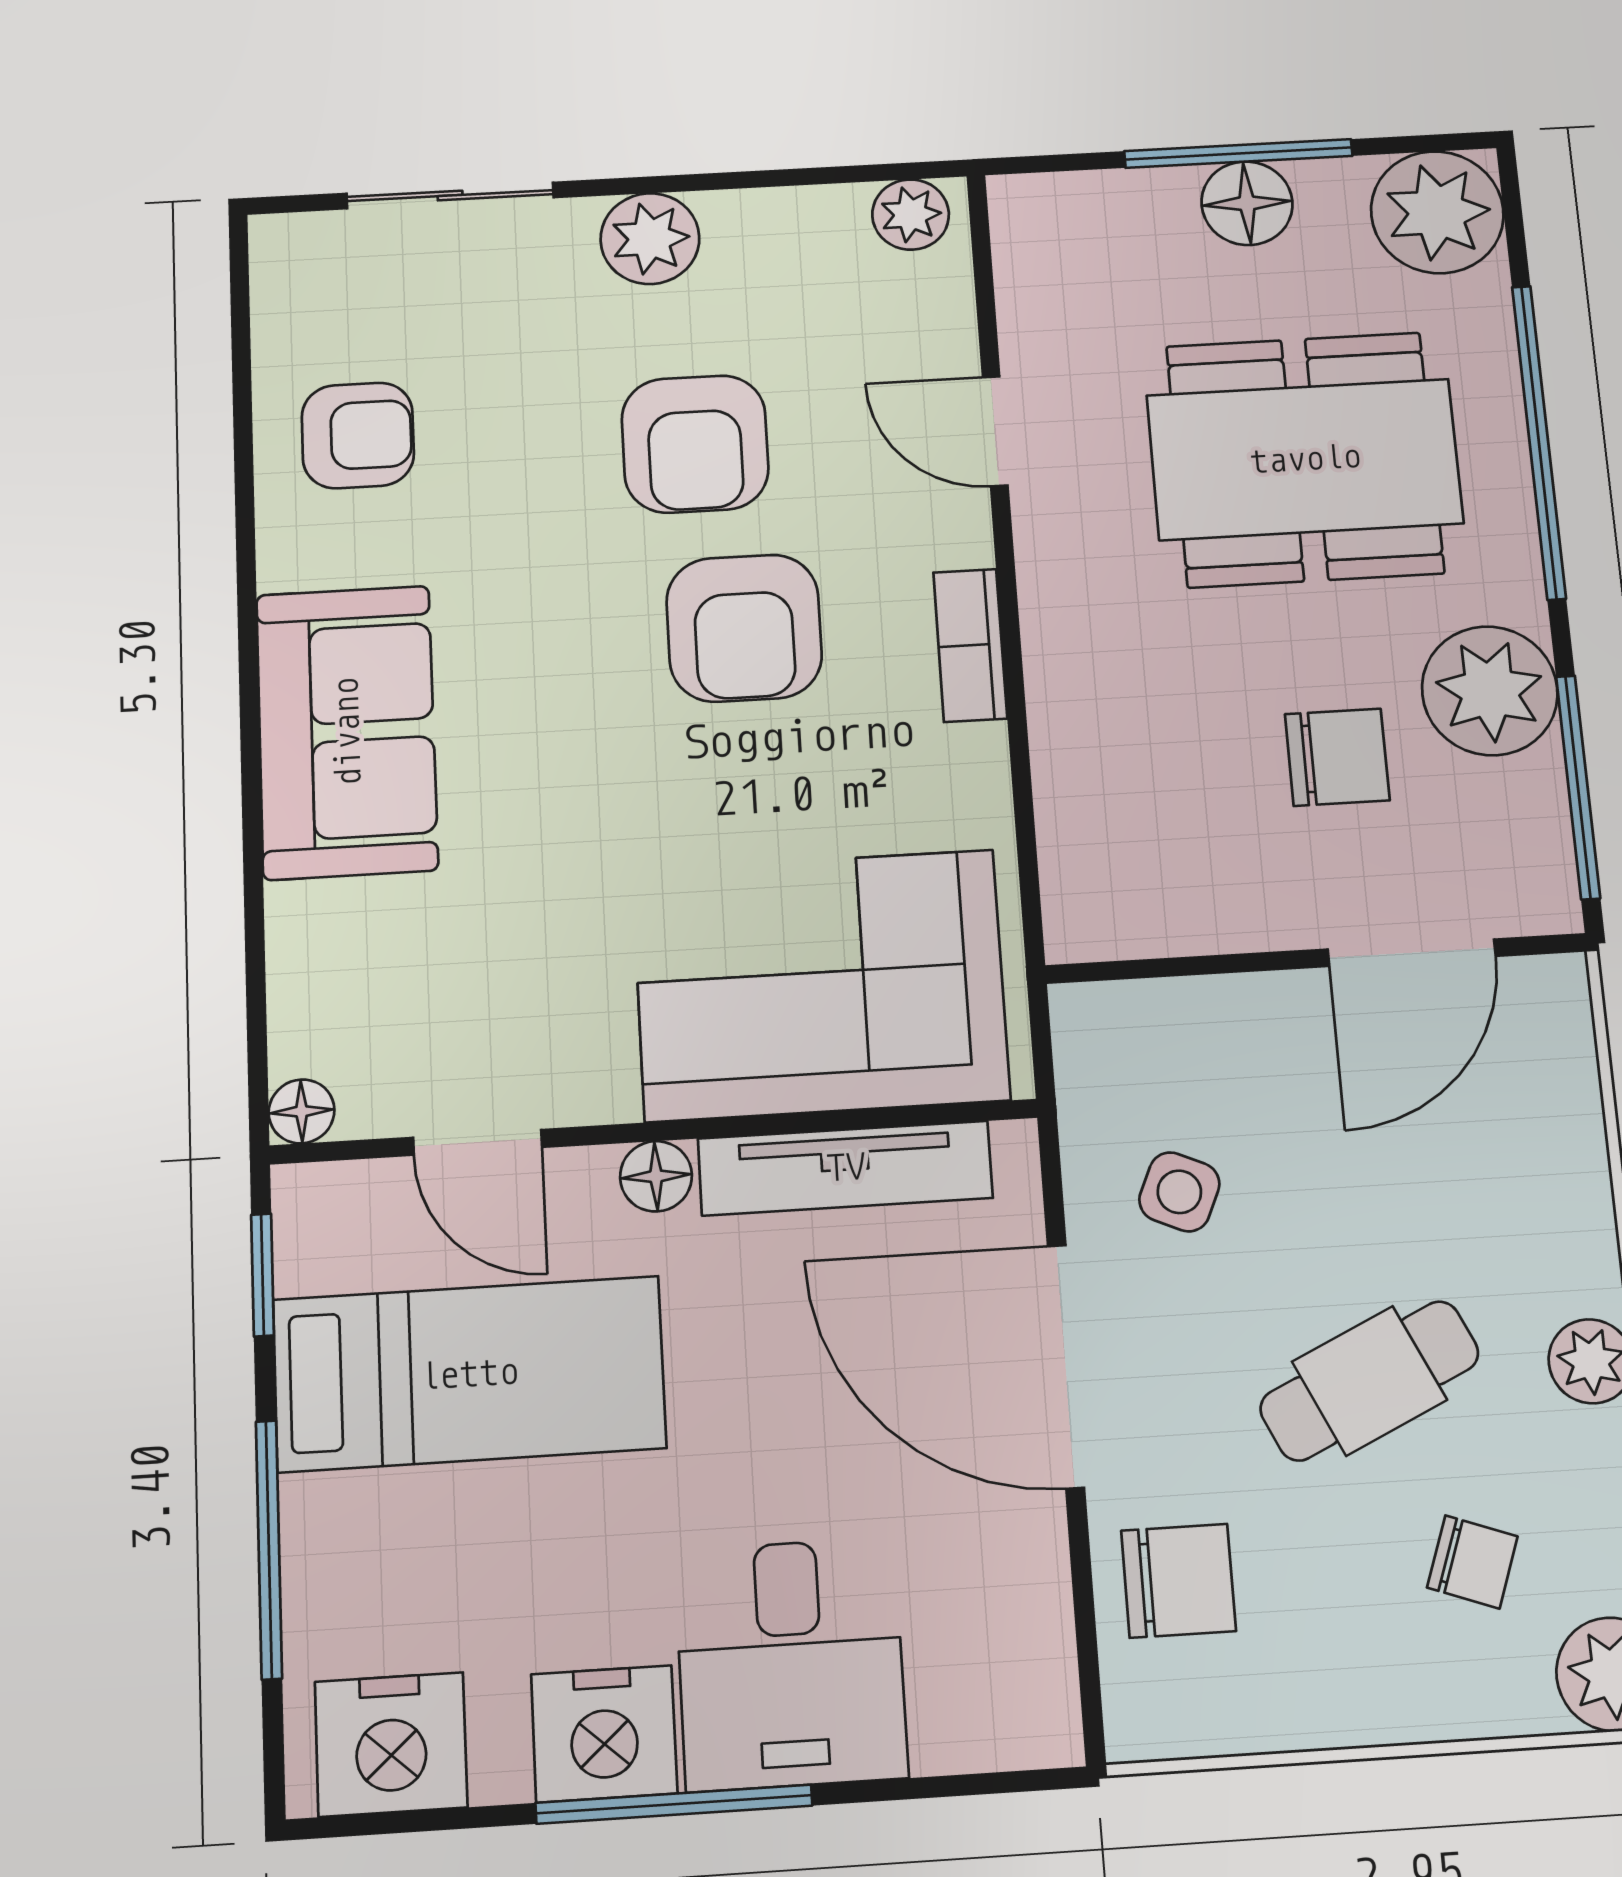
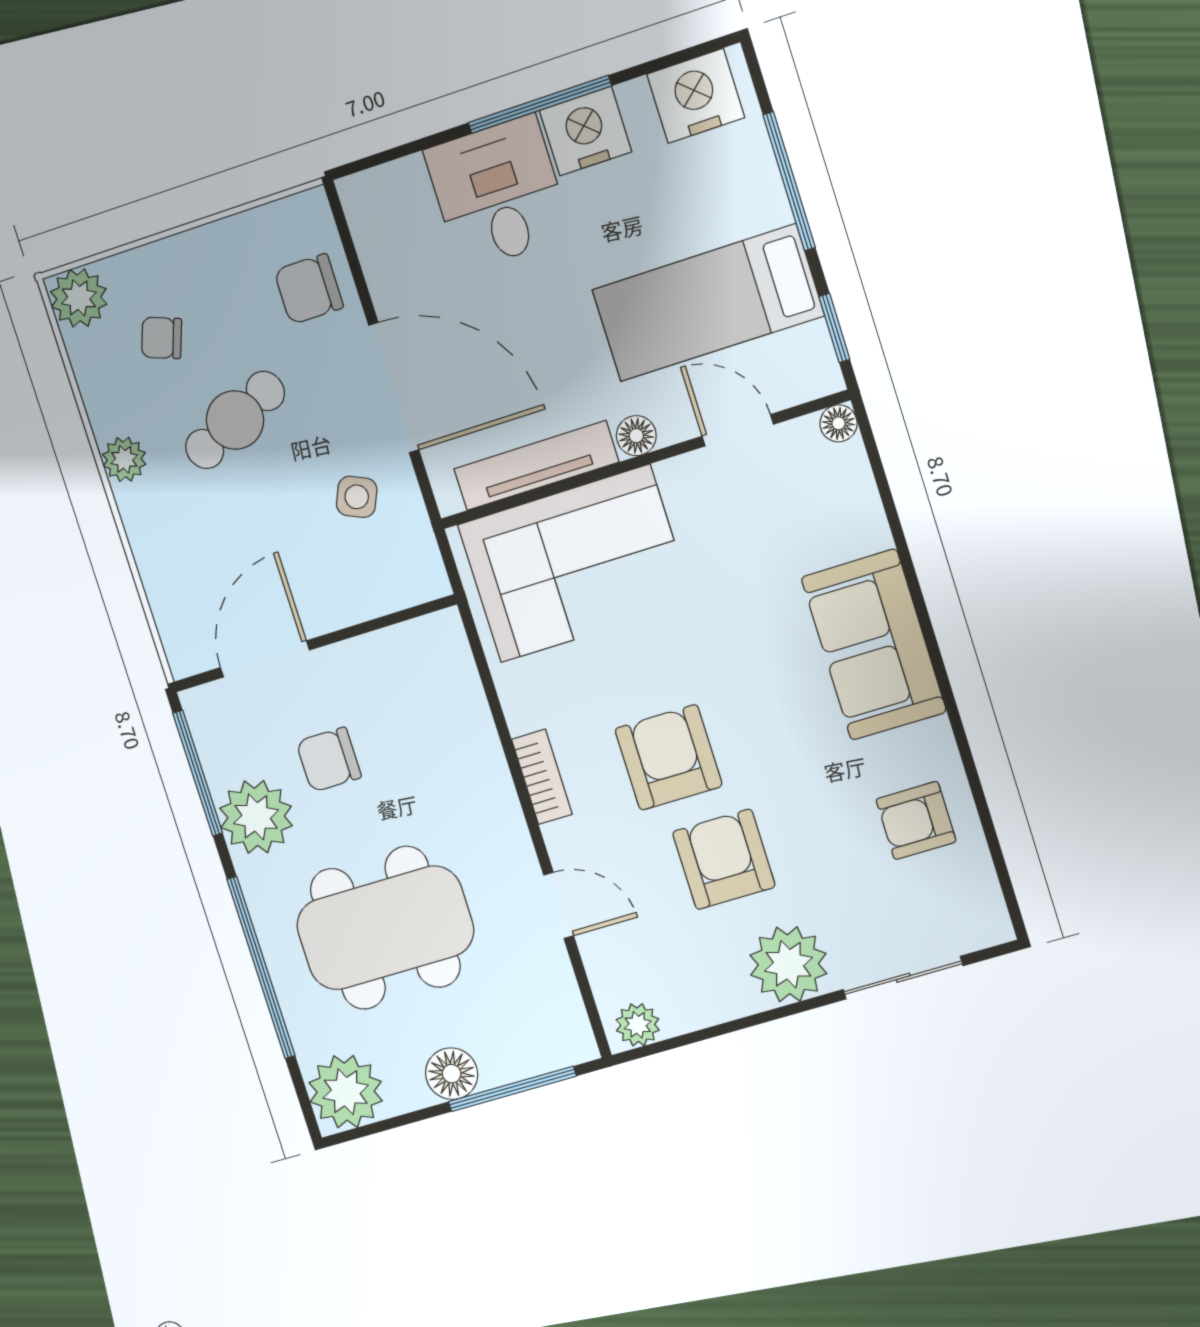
window: (1238, 153) -> (512, 1089), moved
plant: (650, 239) -> (788, 964), width x1.36, depth x1.36

